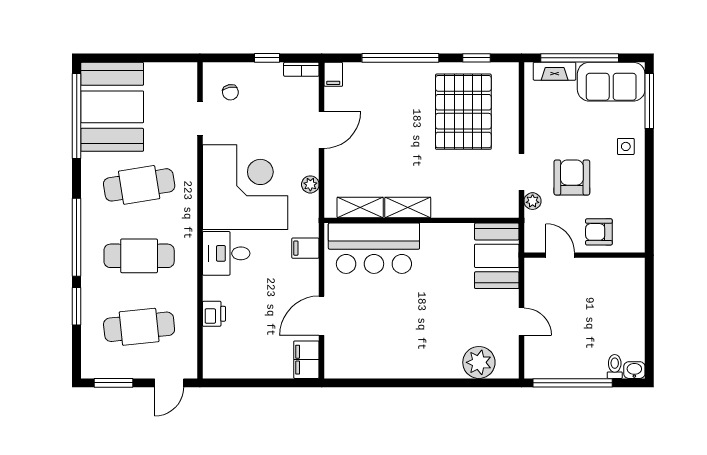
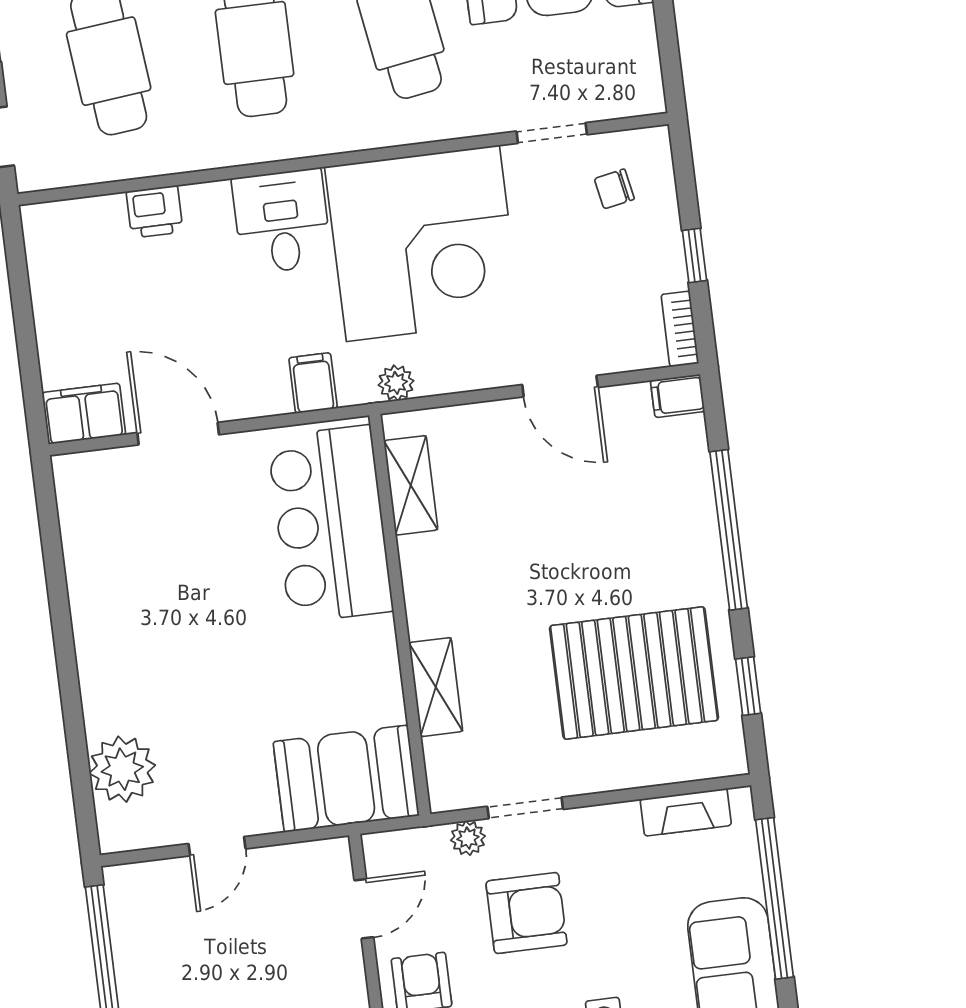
fireplace: (555, 71) -> (686, 812), moved, turned -90
plant: (310, 184) -> (396, 383), moved
shelving: (408, 207) -> (436, 687), moved

